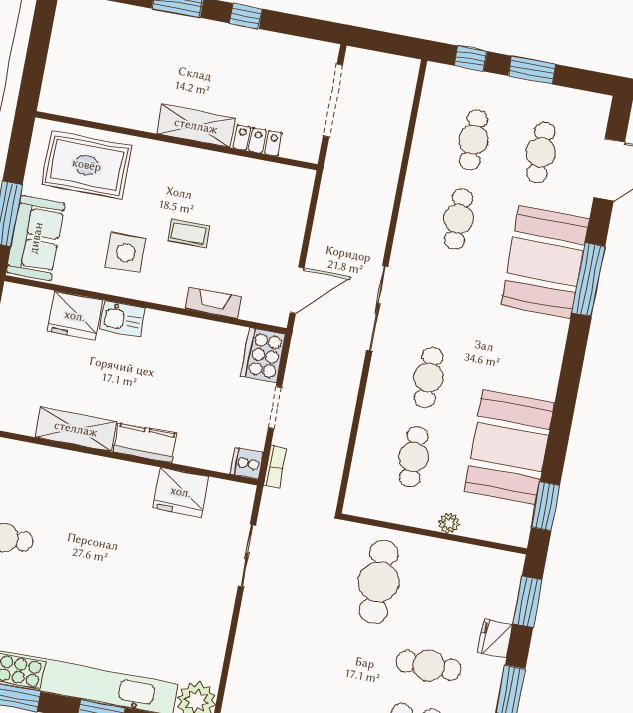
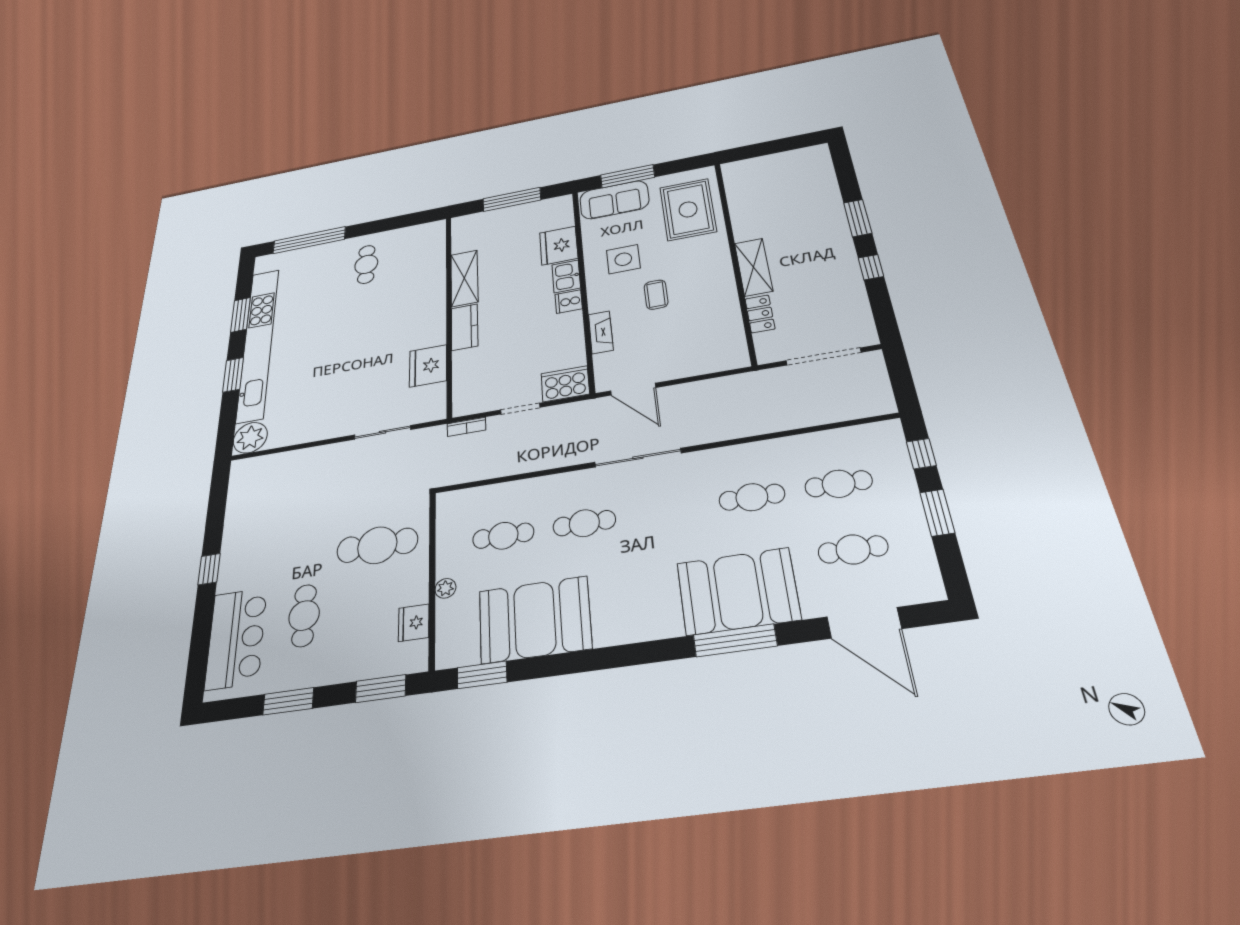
cooker: (247, 463) -> (569, 302), moved, turned -90
fridge: (495, 638) -> (414, 623), moved, turned -90

